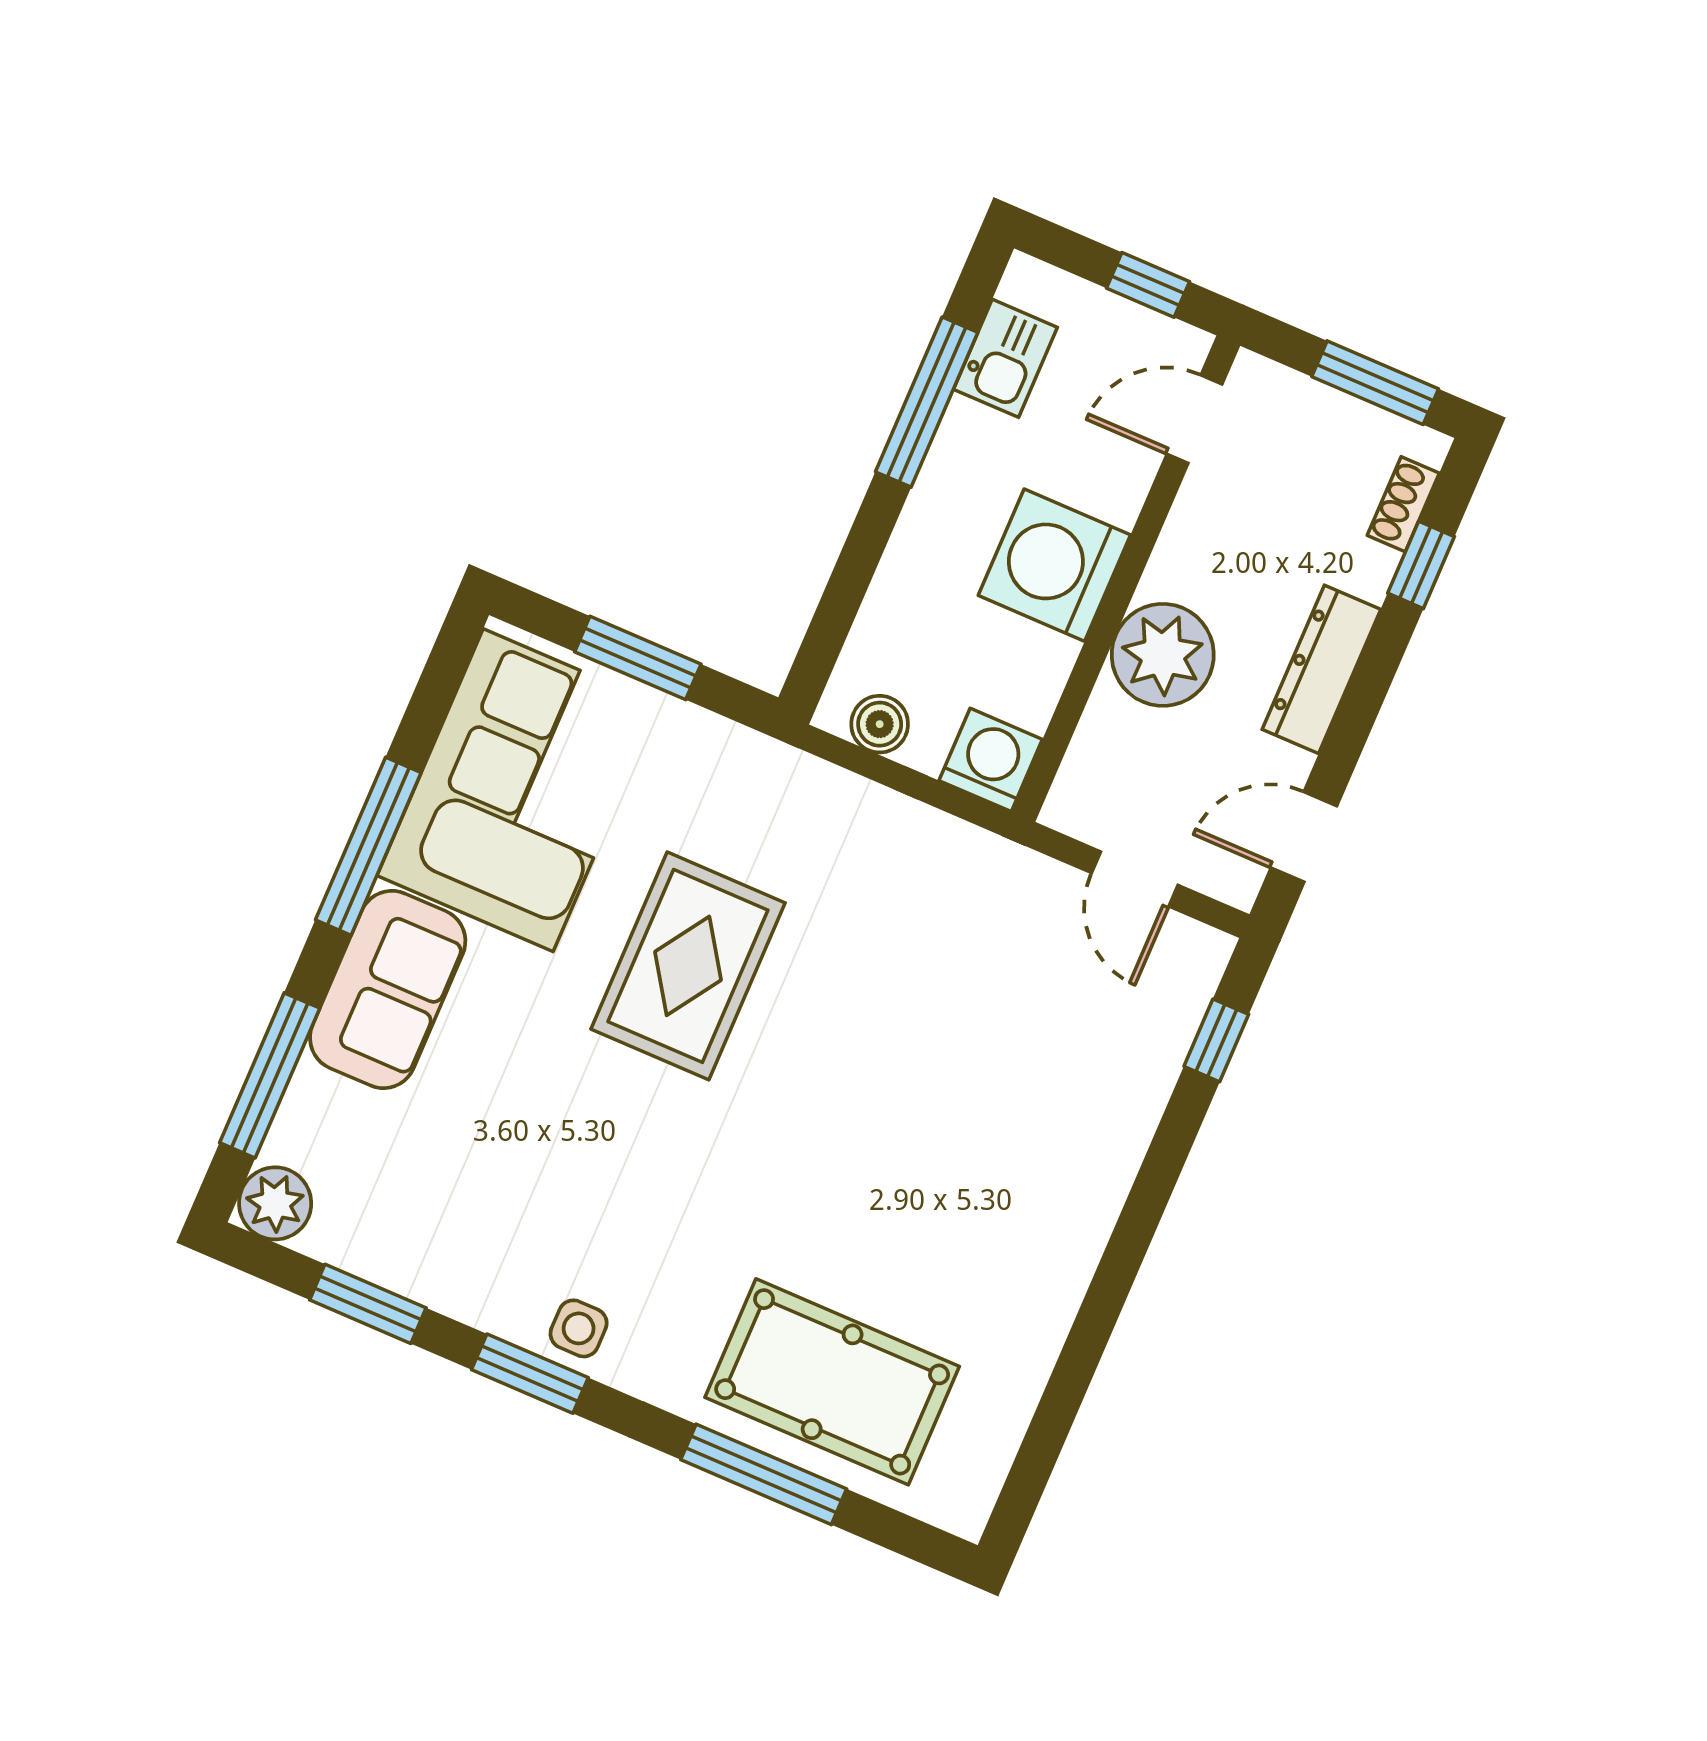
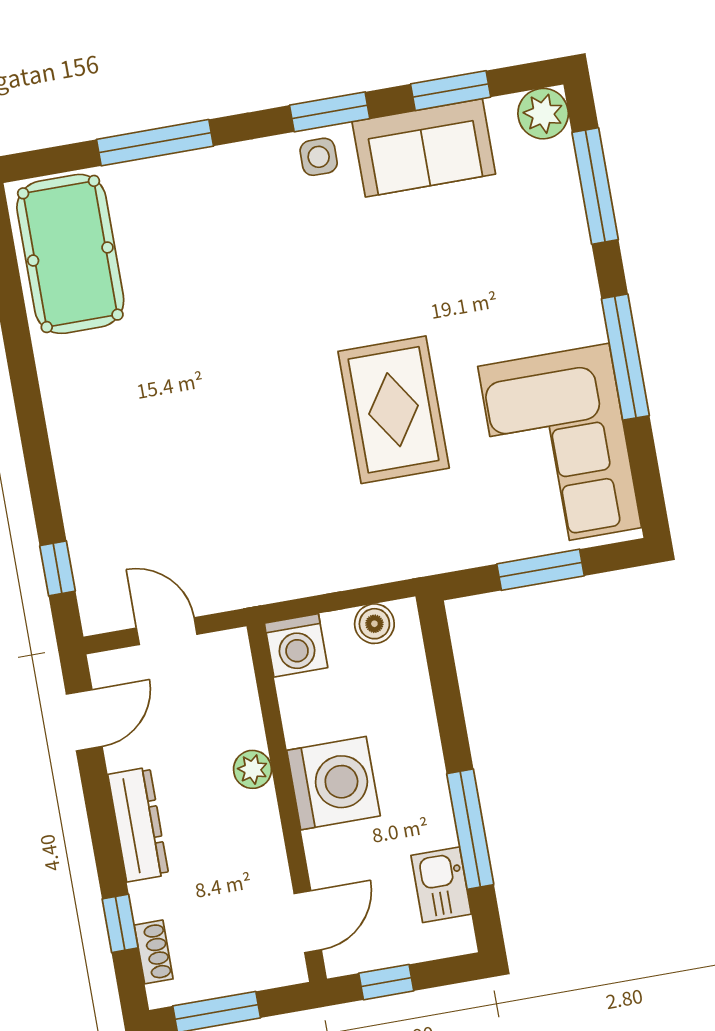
plant: (1163, 655) -> (252, 769), width x0.53, depth x0.53
sofa: (388, 990) -> (424, 148), moved, turned -90
pool table: (832, 1382) -> (70, 254), moved, turned 90

